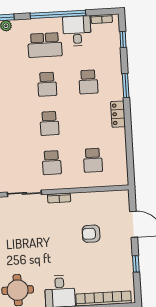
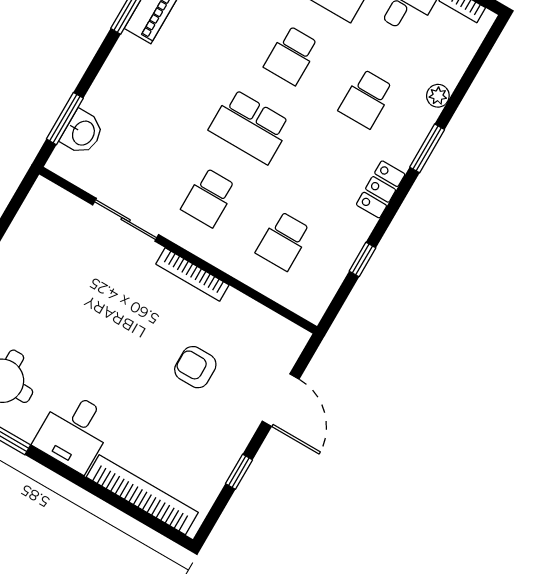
window: (123, 39) -> (362, 259), moved
plant: (116, 62) -> (438, 96), added
school desk: (49, 123) -> (250, 126), width x1.85
bookcase: (59, 198) -> (192, 274), width x1.56

